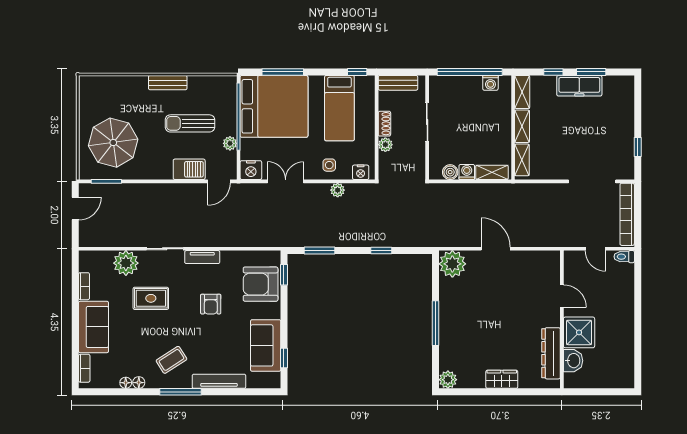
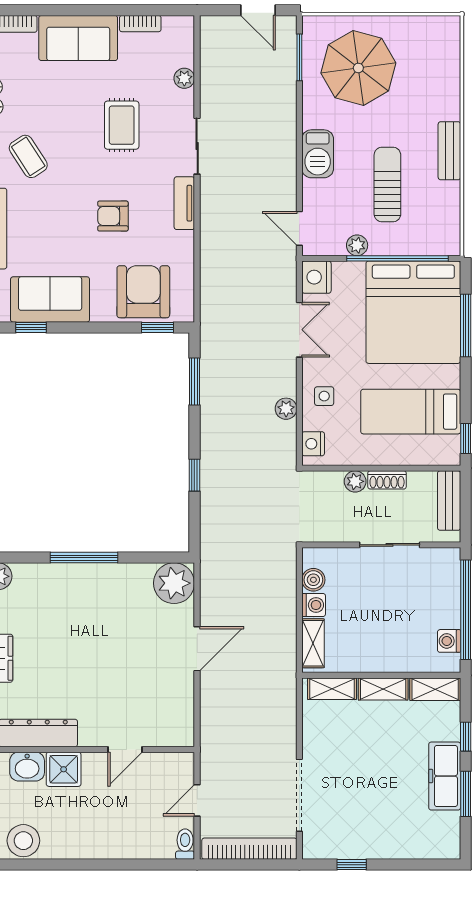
barbecue: (189, 169) -> (318, 154), moved
plant: (126, 263) -> (184, 78), width x0.53, depth x0.53
shower: (579, 332) -> (64, 769), width x0.73, depth x0.73
stool: (622, 363) -> (23, 841), added

